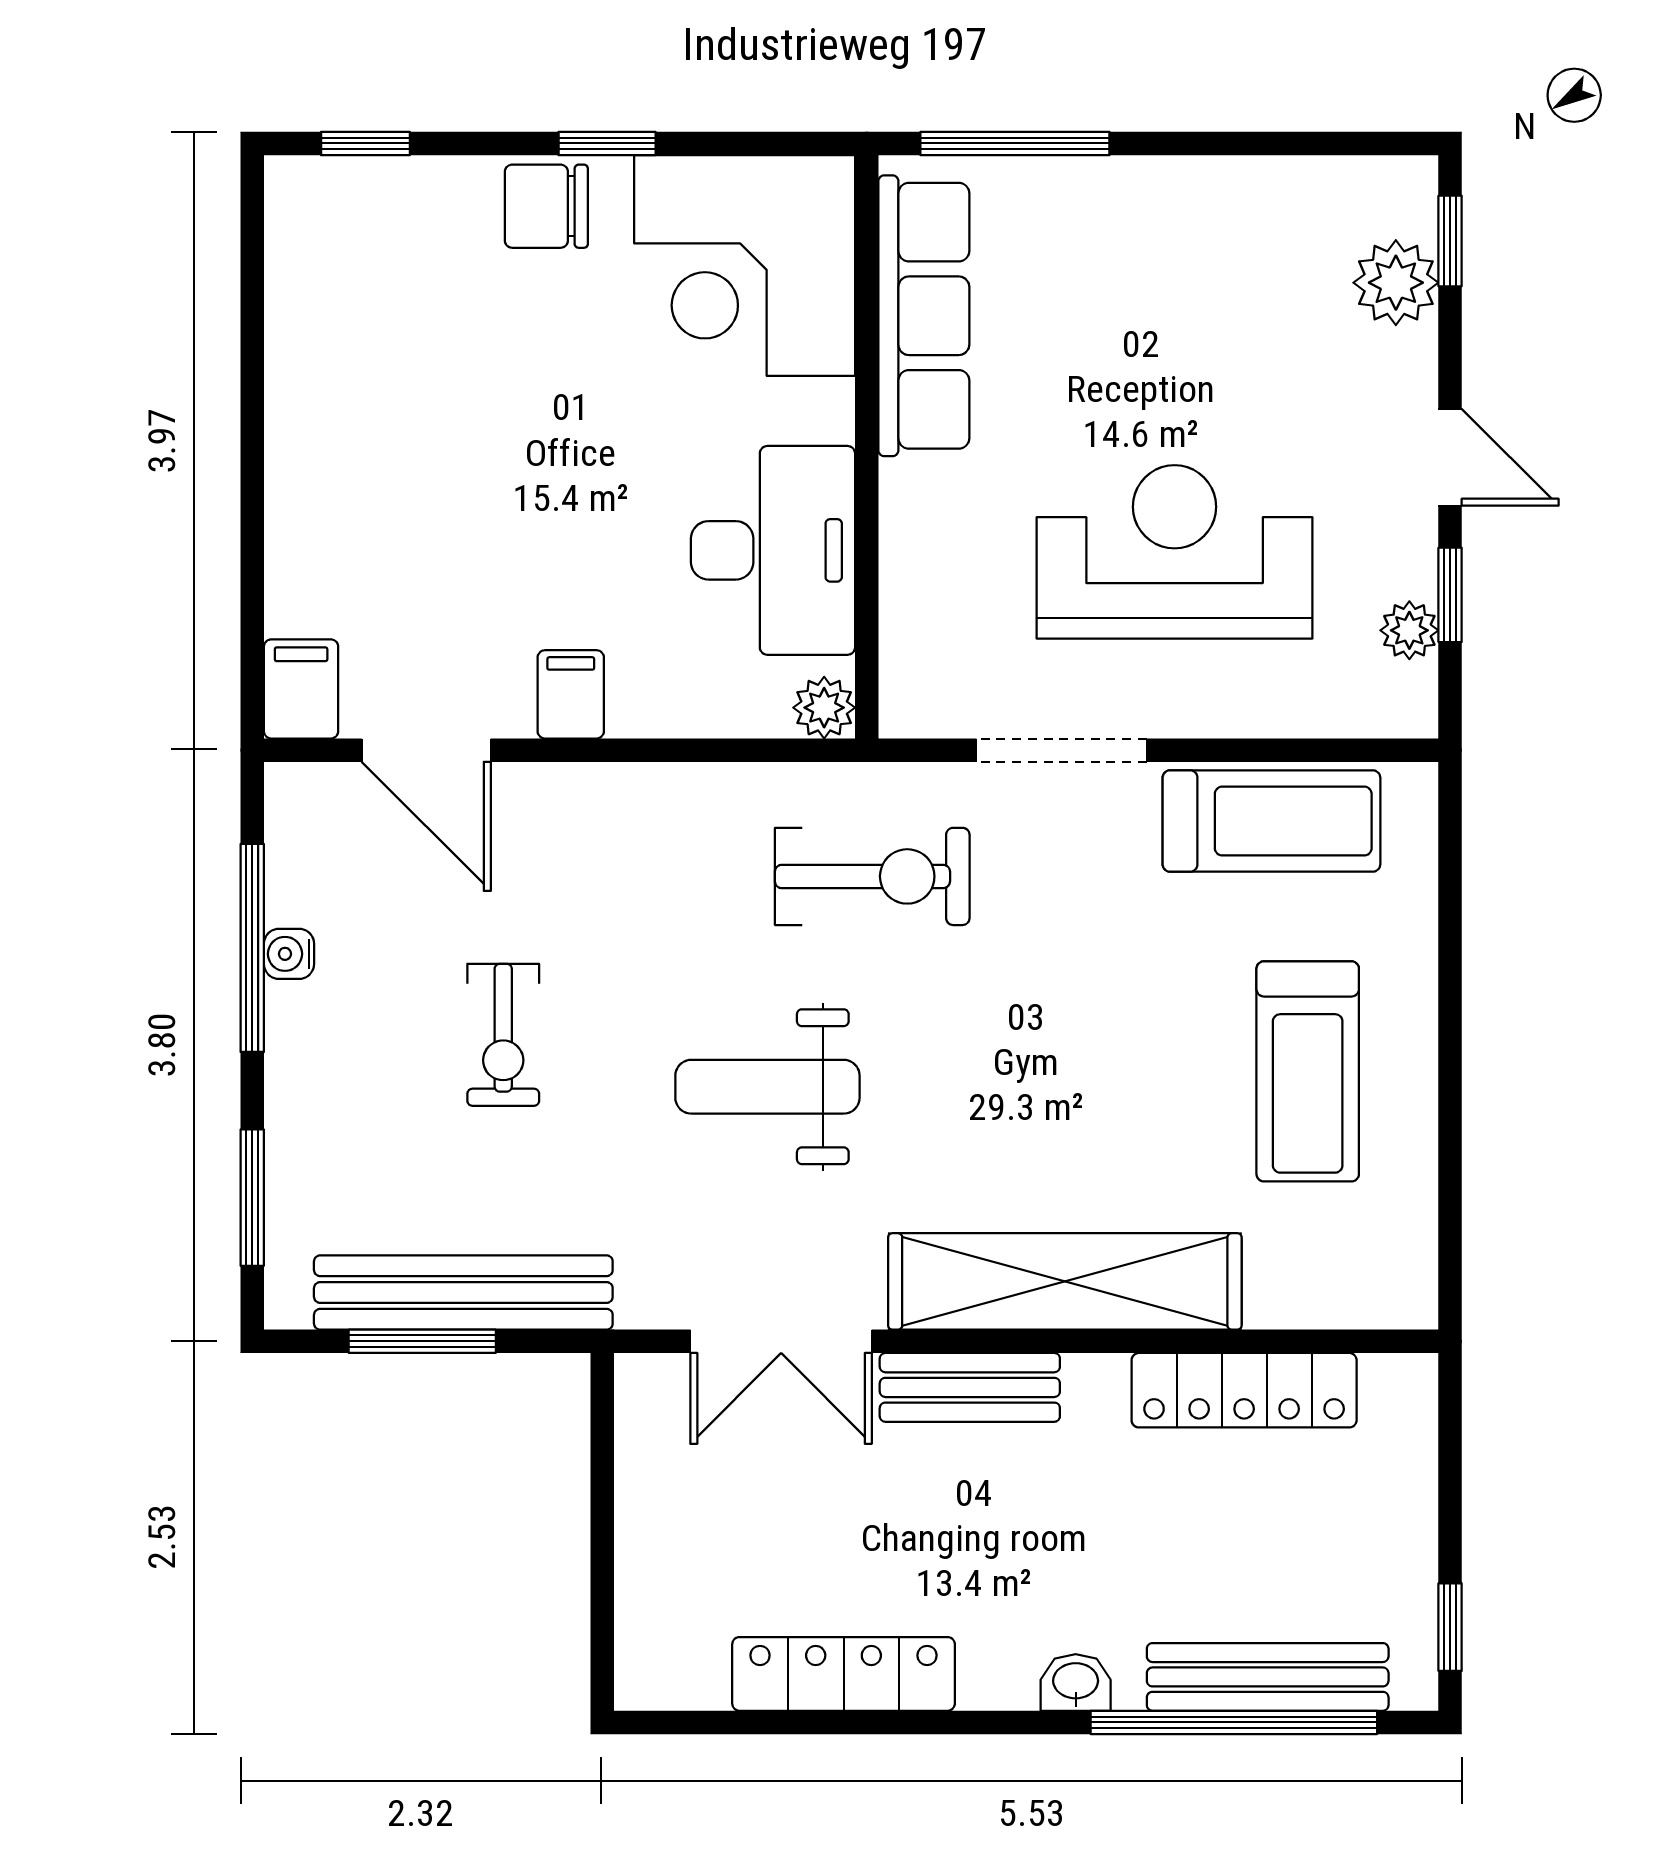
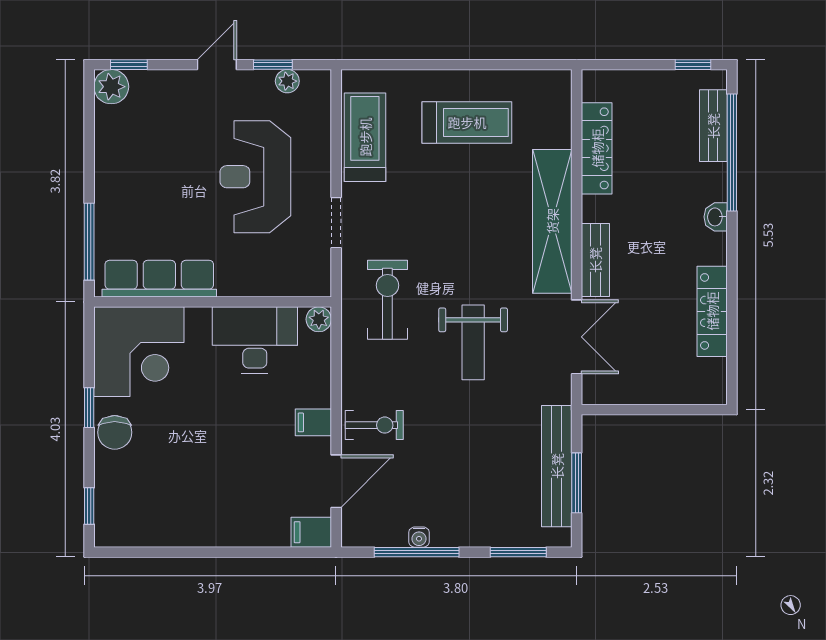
plant: (1396, 283) -> (111, 87), moved
doorway: (1062, 750) -> (336, 223), width x0.73
exercise bike: (503, 1035) -> (374, 425), moved
bench: (1268, 1677) -> (713, 126), width x0.73

